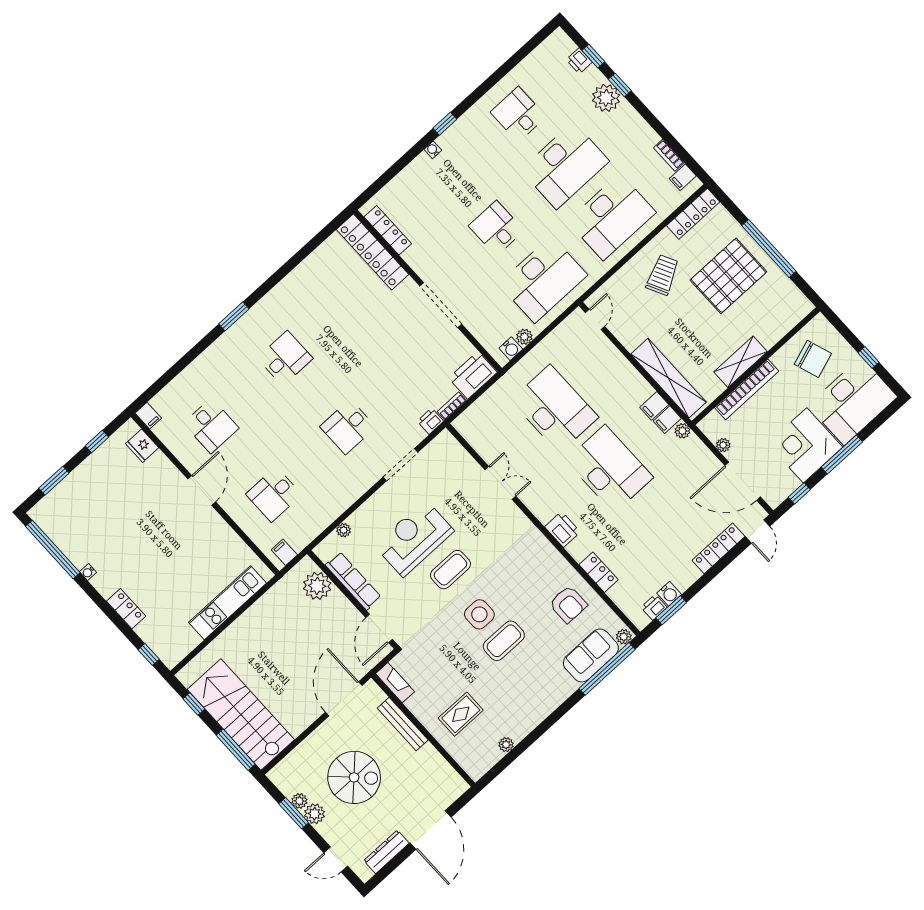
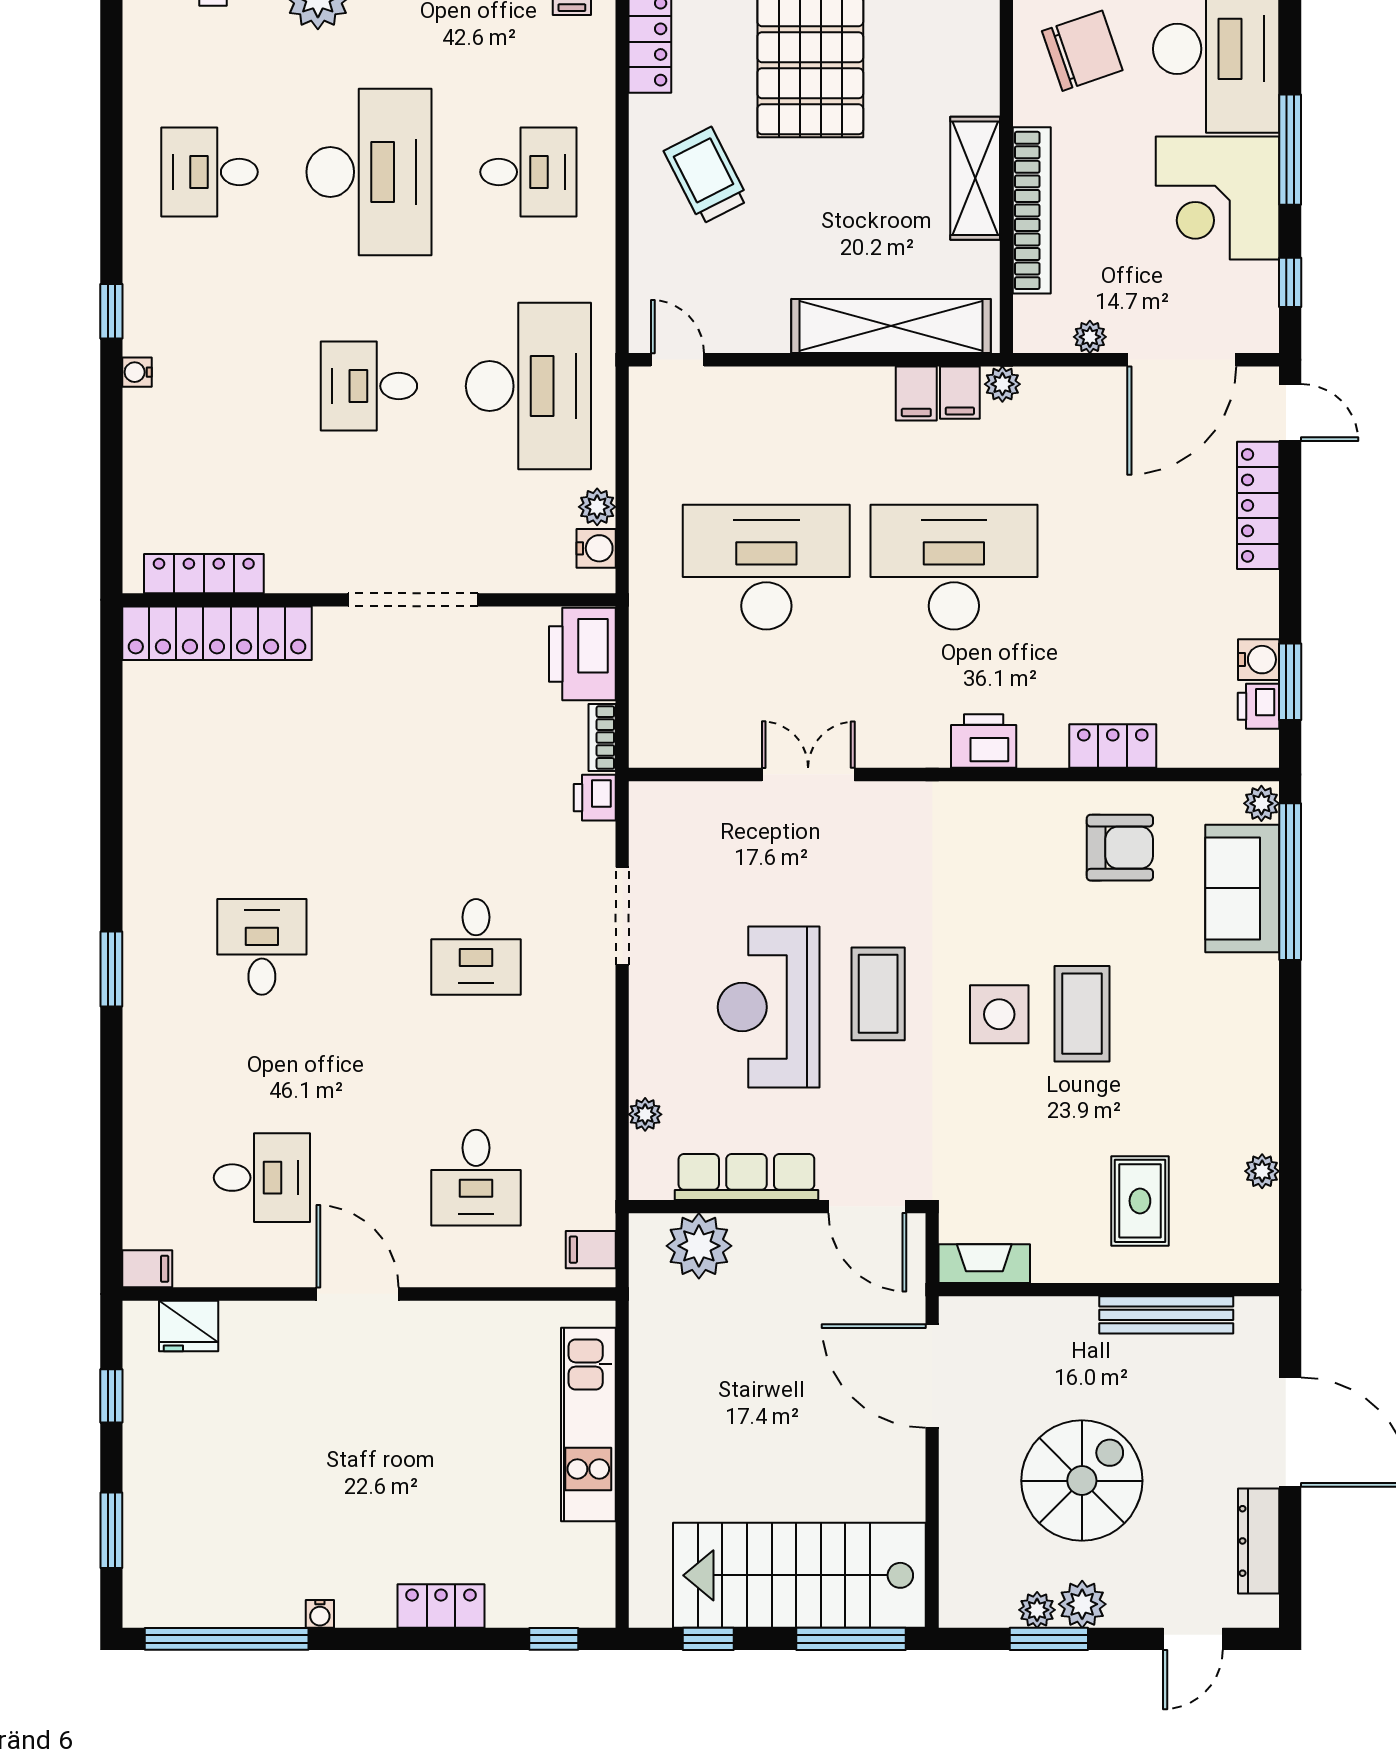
desk: (612, 217) -> (528, 172), width x0.53, depth x0.77
bench: (403, 724) -> (1166, 1315), moved

